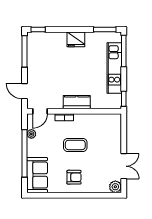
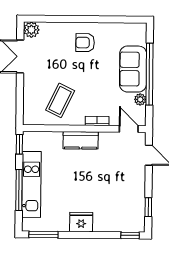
window: (24, 51) -> (148, 207), width x0.46
window: (124, 51) -> (19, 190), moved
door: (40, 111) -> (129, 129), hinge flipped
coffee table: (75, 145) -> (60, 100), moved, turned -64
sofa: (37, 175) -> (133, 69), moved

